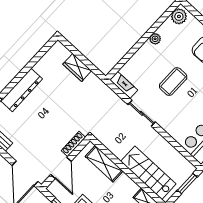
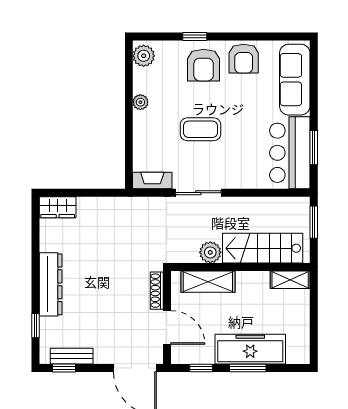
wardrobe: (77, 67) -> (58, 207), moved
coffee table: (173, 82) -> (200, 129), turned 90
plant: (119, 150) -> (210, 252), added

